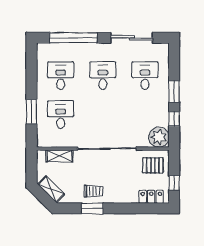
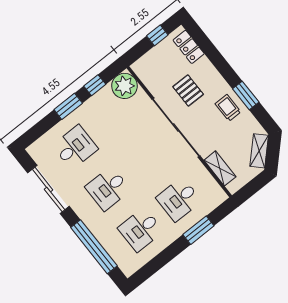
desk: (145, 76) -> (75, 147), turned 180
pallet: (153, 165) -> (188, 90), moved

